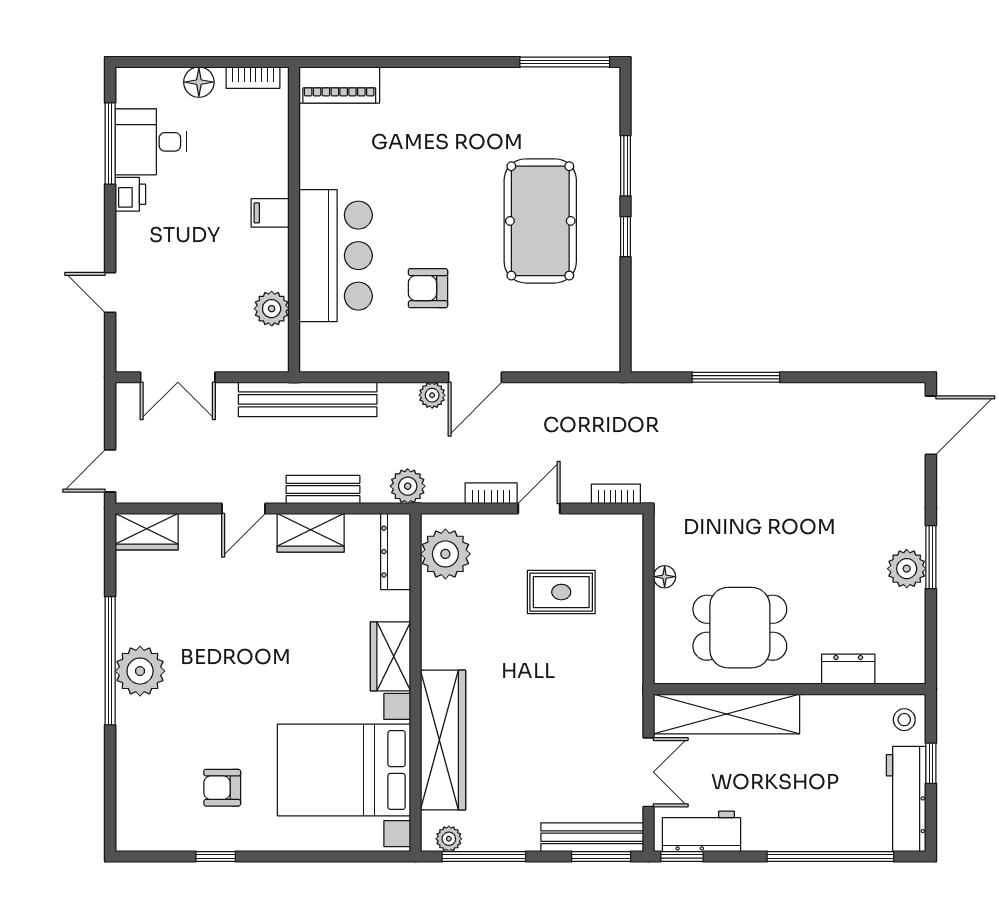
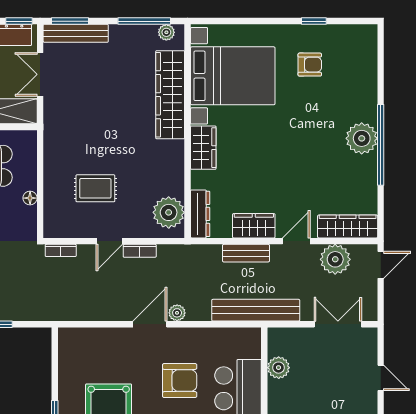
armchair: (428, 288) -> (180, 381), width x1.38, depth x1.38
plant: (408, 486) -> (335, 259), moved, width x1.36, depth x1.36
wardrobe: (147, 532) -> (348, 226), width x1.50

